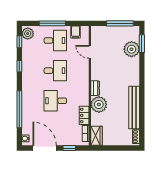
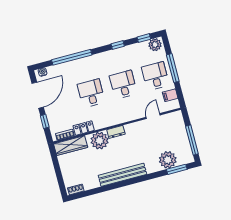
desk: (55, 41) -> (155, 76), turned 180
desk: (55, 71) -> (123, 85), turned 180
bench: (134, 108) -> (122, 175), moved
wardrobe: (96, 136) -> (71, 146), width x1.50

